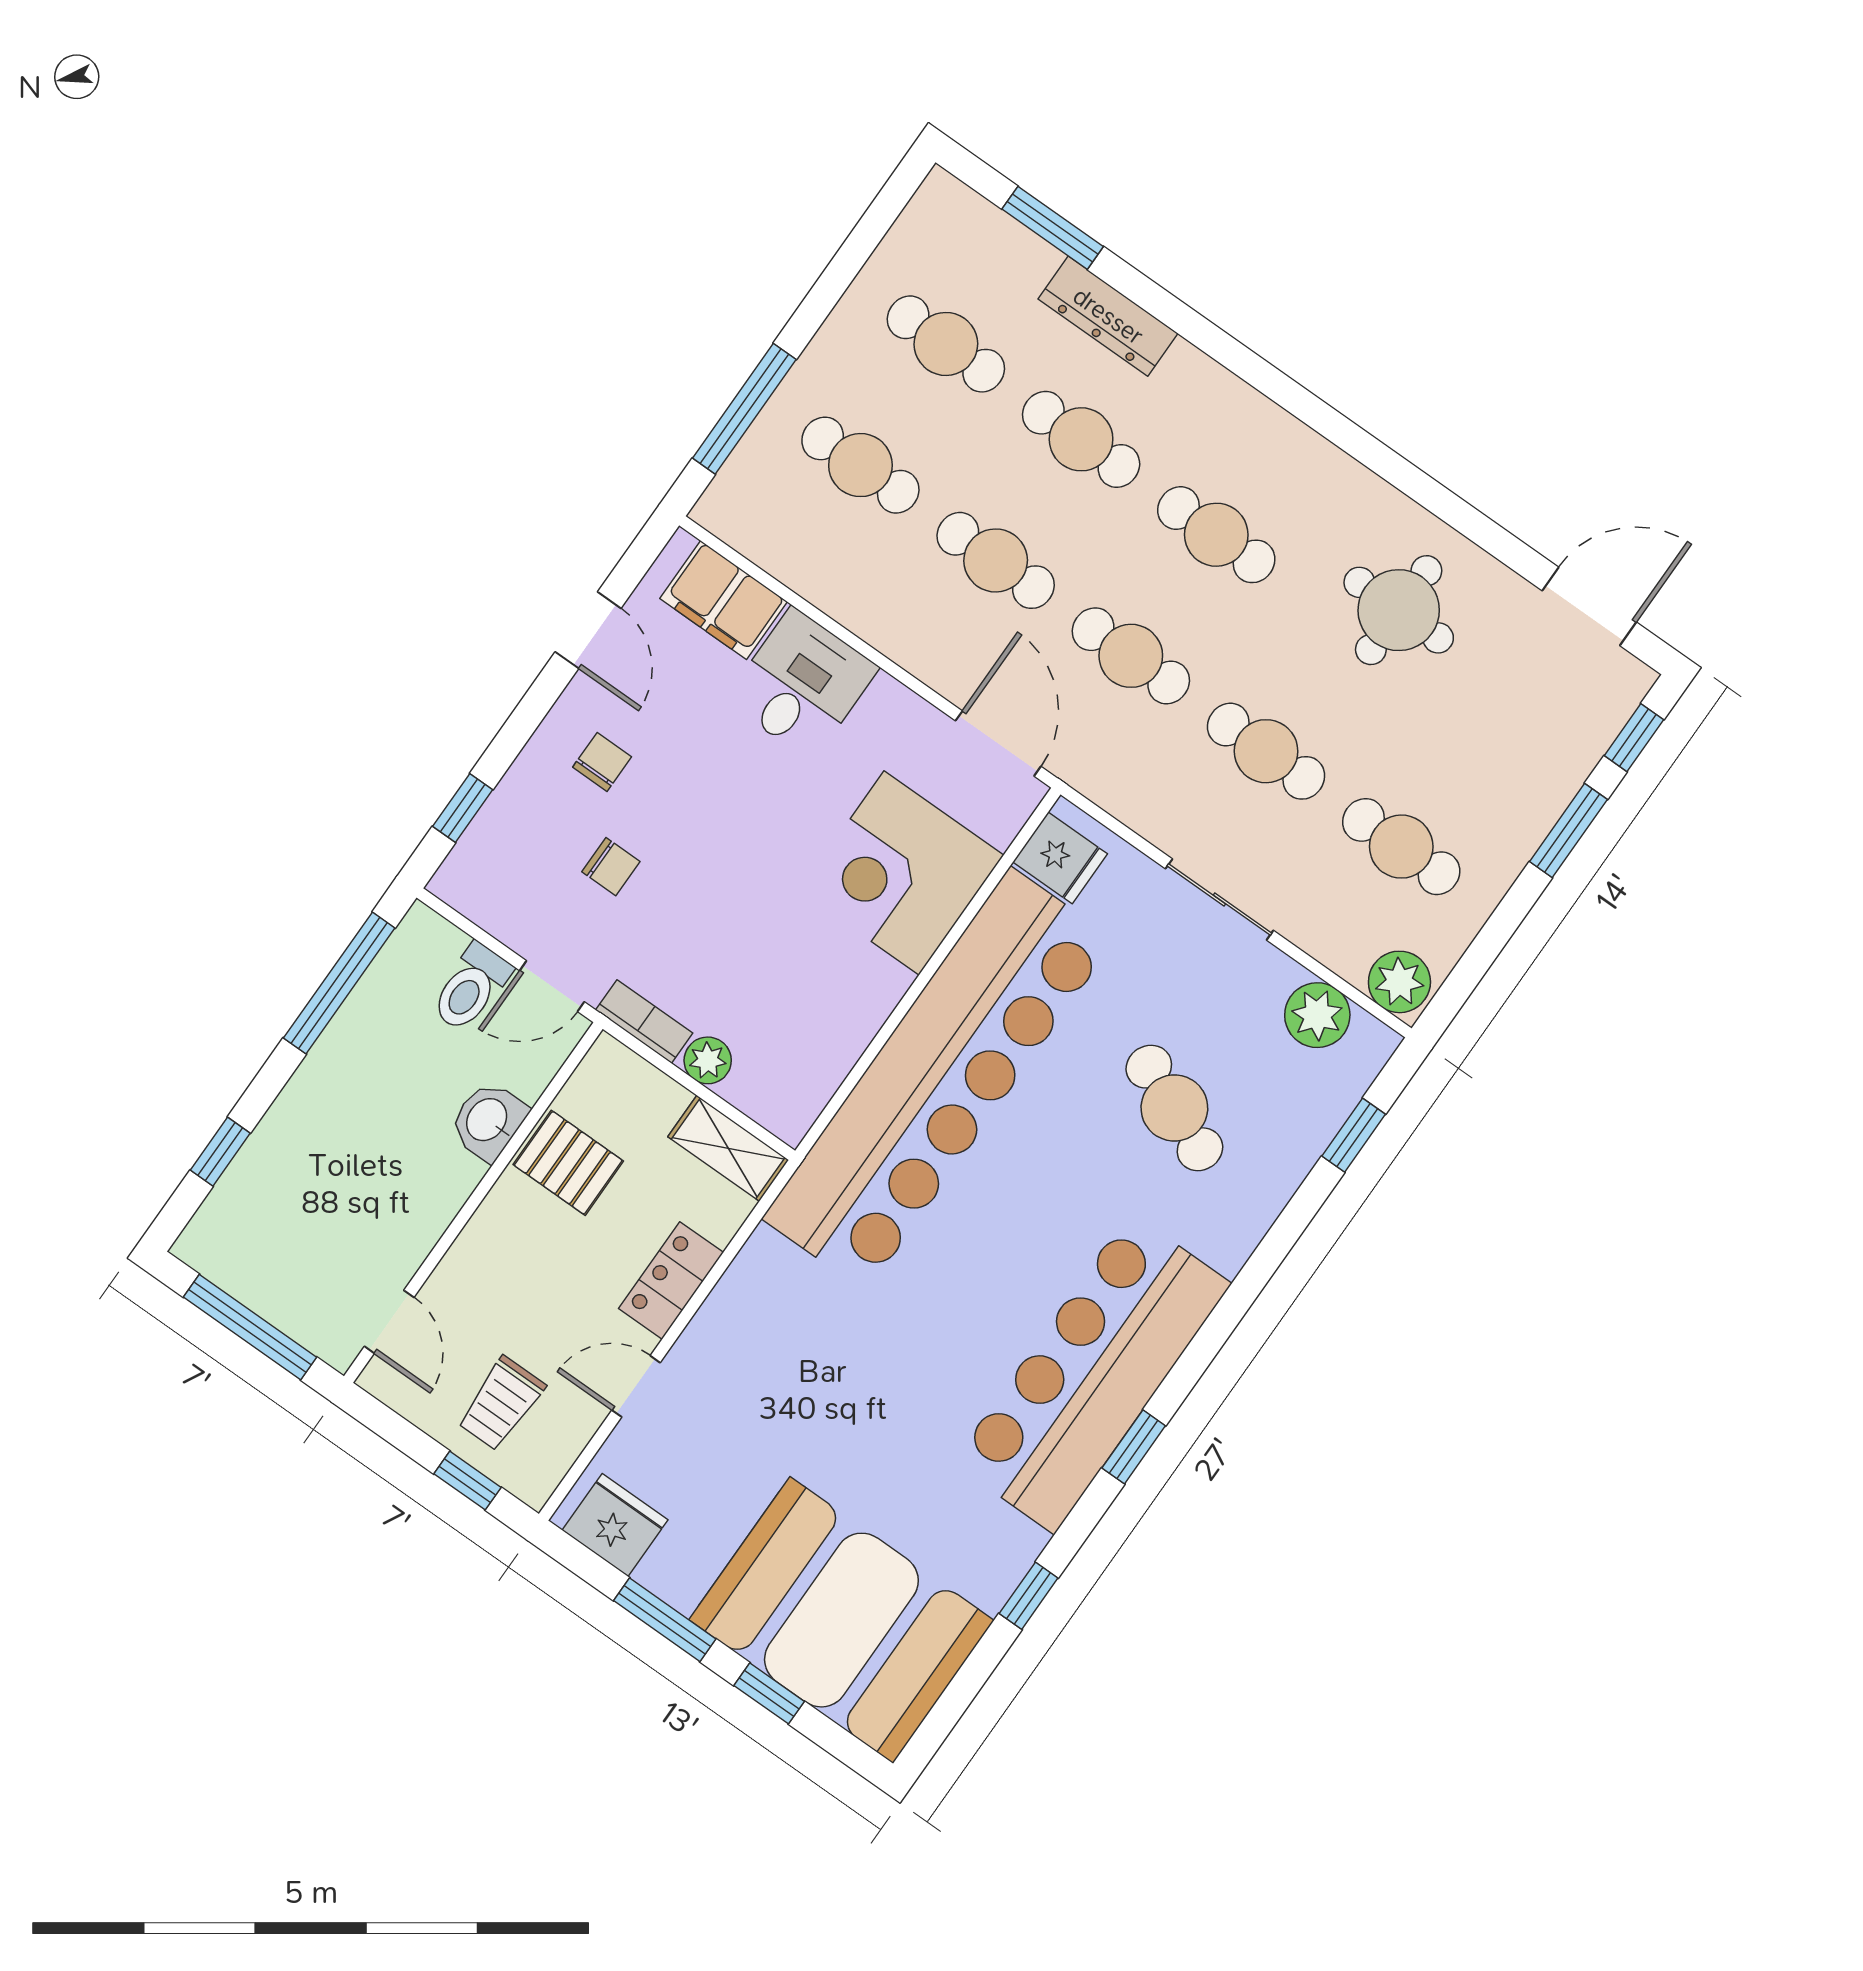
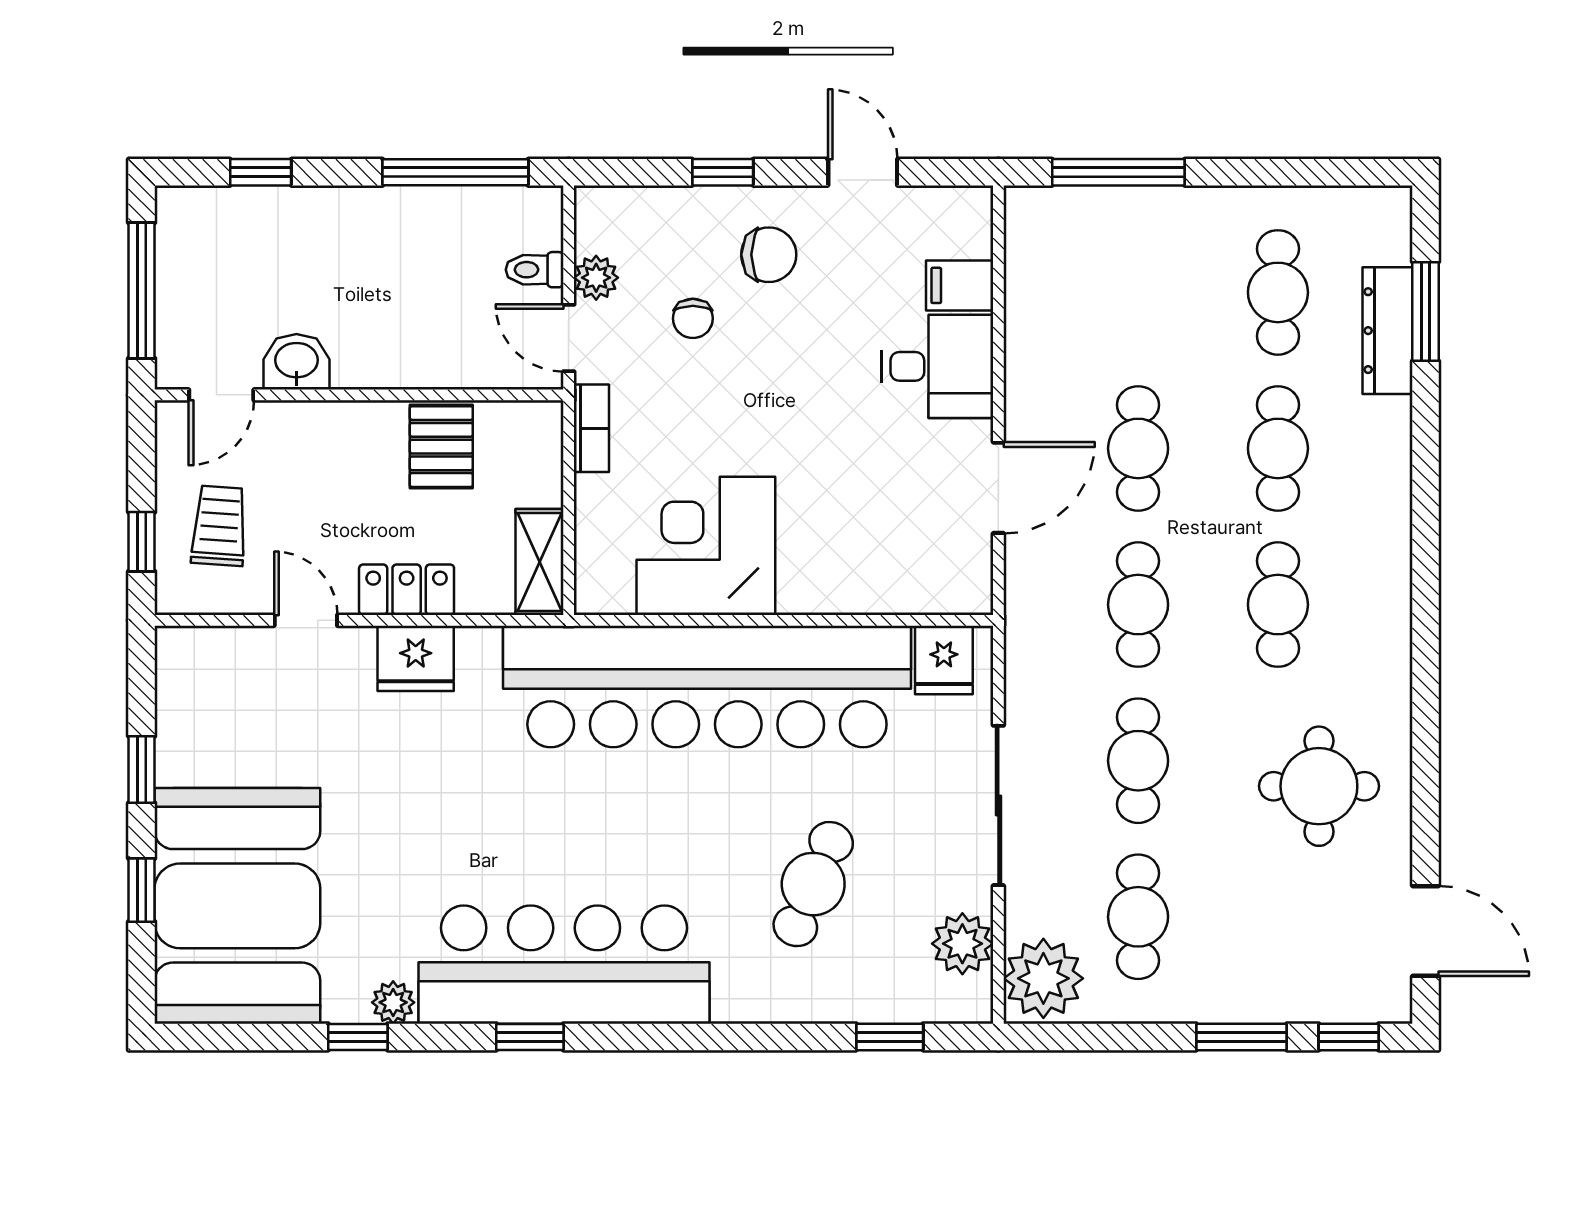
dresser: (1108, 316) -> (1388, 331), moved
cafe table: (860, 465) -> (1138, 292), removed
filing cabinet: (724, 600) -> (960, 285), width x0.50
door: (588, 630) -> (863, 172), swing flipped
door: (998, 743) -> (998, 488), moved
chair: (602, 762) -> (769, 255), width x1.37, depth x1.37
window: (463, 808) -> (723, 172), moved
corner desk: (902, 873) -> (706, 546), moved
sliding door: (1219, 900) -> (998, 805), width x1.37
plant: (1399, 982) -> (1043, 978), width x1.36, depth x1.36
toilet: (471, 988) -> (535, 270), width x0.73, depth x0.72
plant: (708, 1060) -> (596, 278), moved
washbasin: (488, 1121) -> (296, 362), moved
trolley: (501, 1404) -> (219, 526), turned 94
fridge: (615, 1525) -> (416, 658), moved, turned 90
plant: (1020, 1544) -> (393, 1002), added
window: (665, 1620) -> (142, 769), width x0.67

